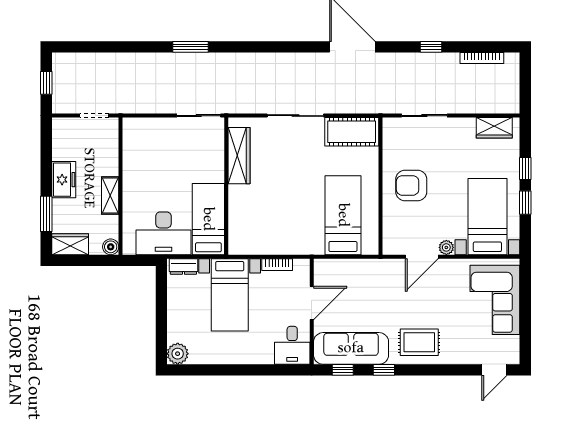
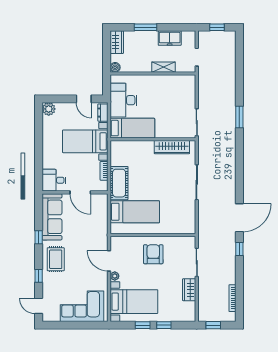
window: (431, 47) -> (239, 249), moved
window: (525, 89) -> (213, 325), added
wardrobe: (494, 128) -> (189, 290), moved
cot: (352, 132) -> (119, 183), moved
freezer: (64, 180) -> (170, 38), moved
shelving: (110, 196) -> (163, 67), moved
window: (46, 214) -> (146, 27), moved
door: (161, 297) -> (84, 99), added
window: (343, 370) -> (39, 276), moved

